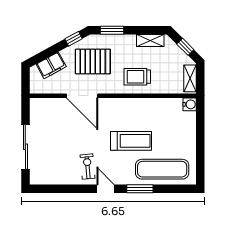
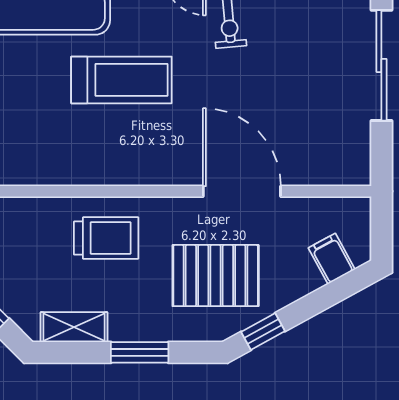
window: (112, 30) -> (140, 352), moved
filing cabinet: (51, 65) -> (332, 259), width x0.50
treadmill: (131, 141) -> (121, 80), turned 180

